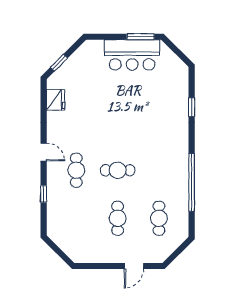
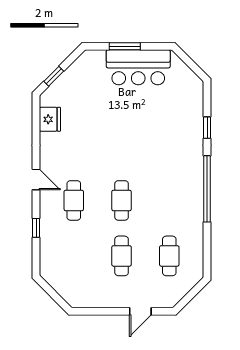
window: (141, 37) -> (125, 46), moved
cafe table: (118, 170) -> (122, 200), turned 90
window: (192, 182) -> (207, 189), moved

